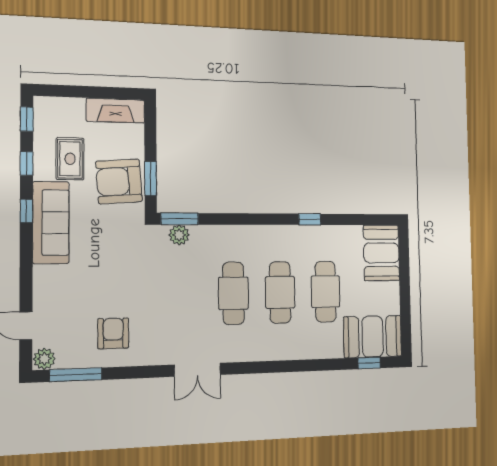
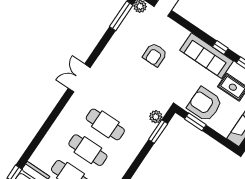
armchair: (119, 181) -> (205, 104), turned -86
window: (180, 219) -> (158, 132), moved
armchair: (113, 333) -> (155, 55), moved, turned 90

